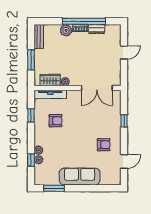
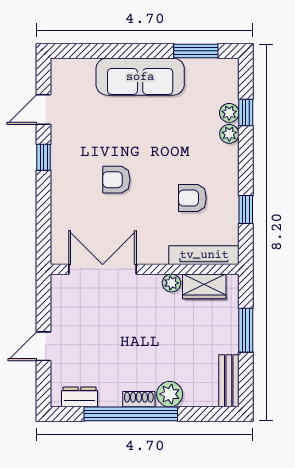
dresser: (97, 29) -> (80, 397), moved
window: (124, 121) -> (44, 157), moved
armchair: (104, 145) -> (116, 180), moved

